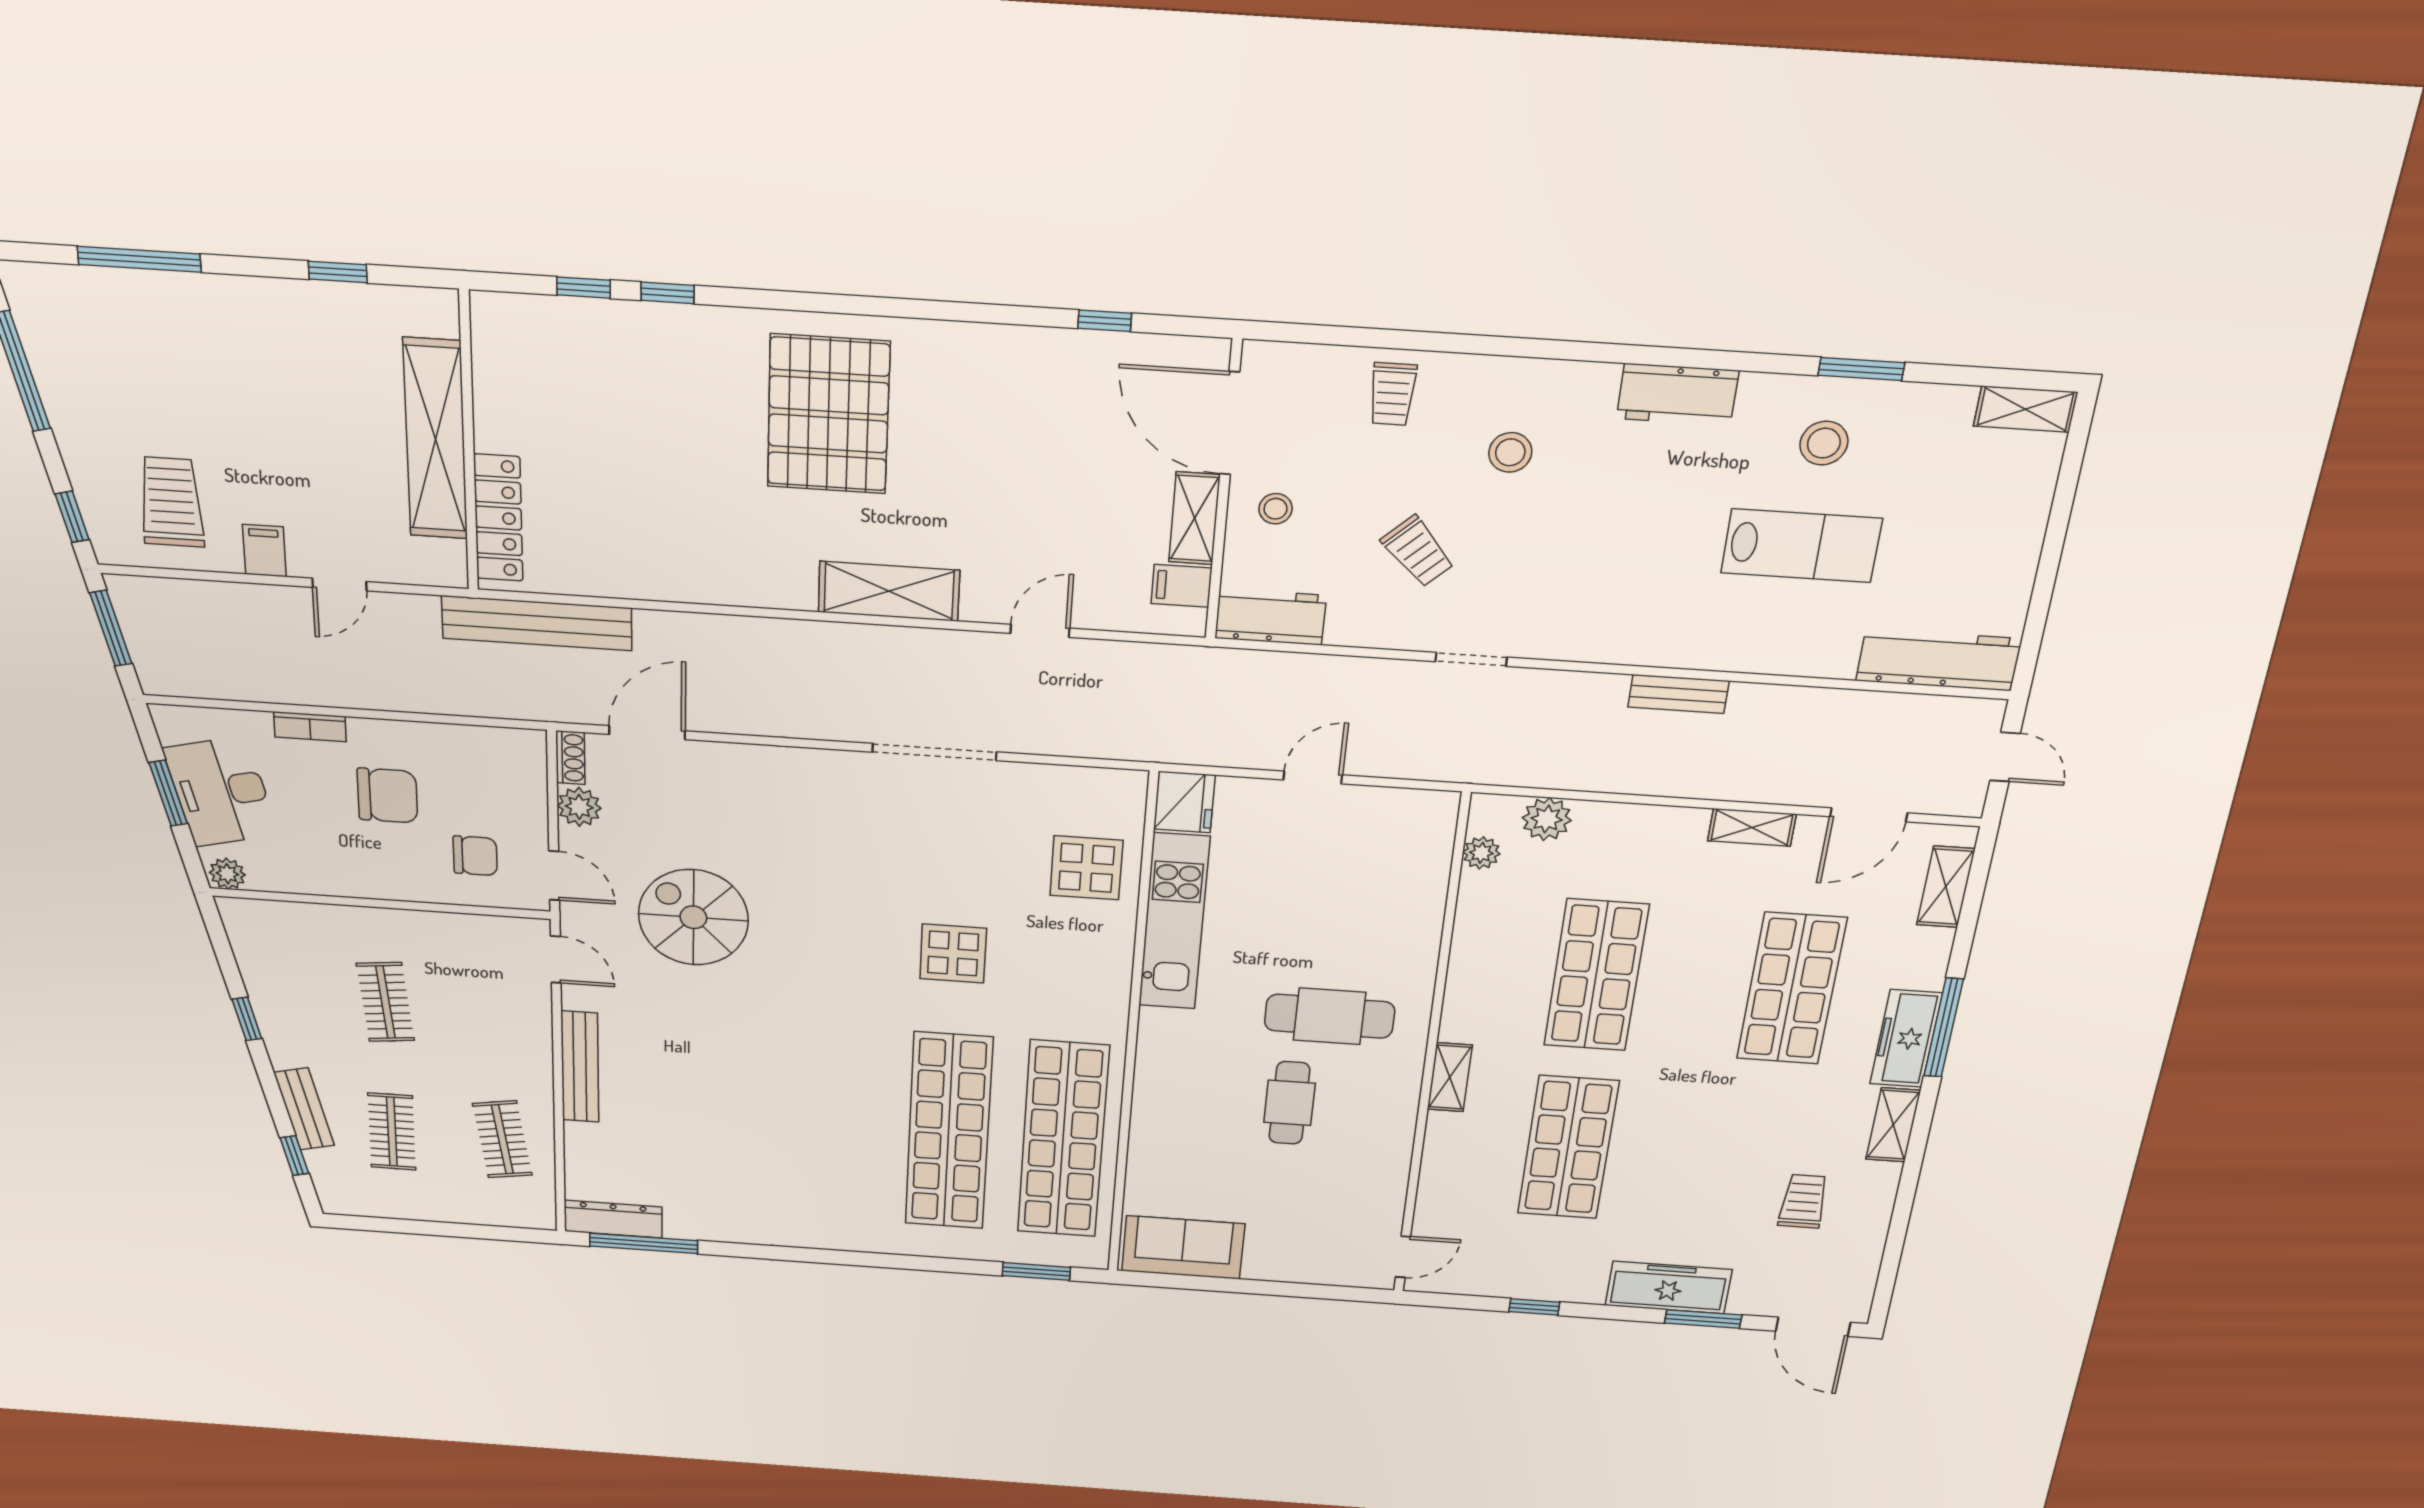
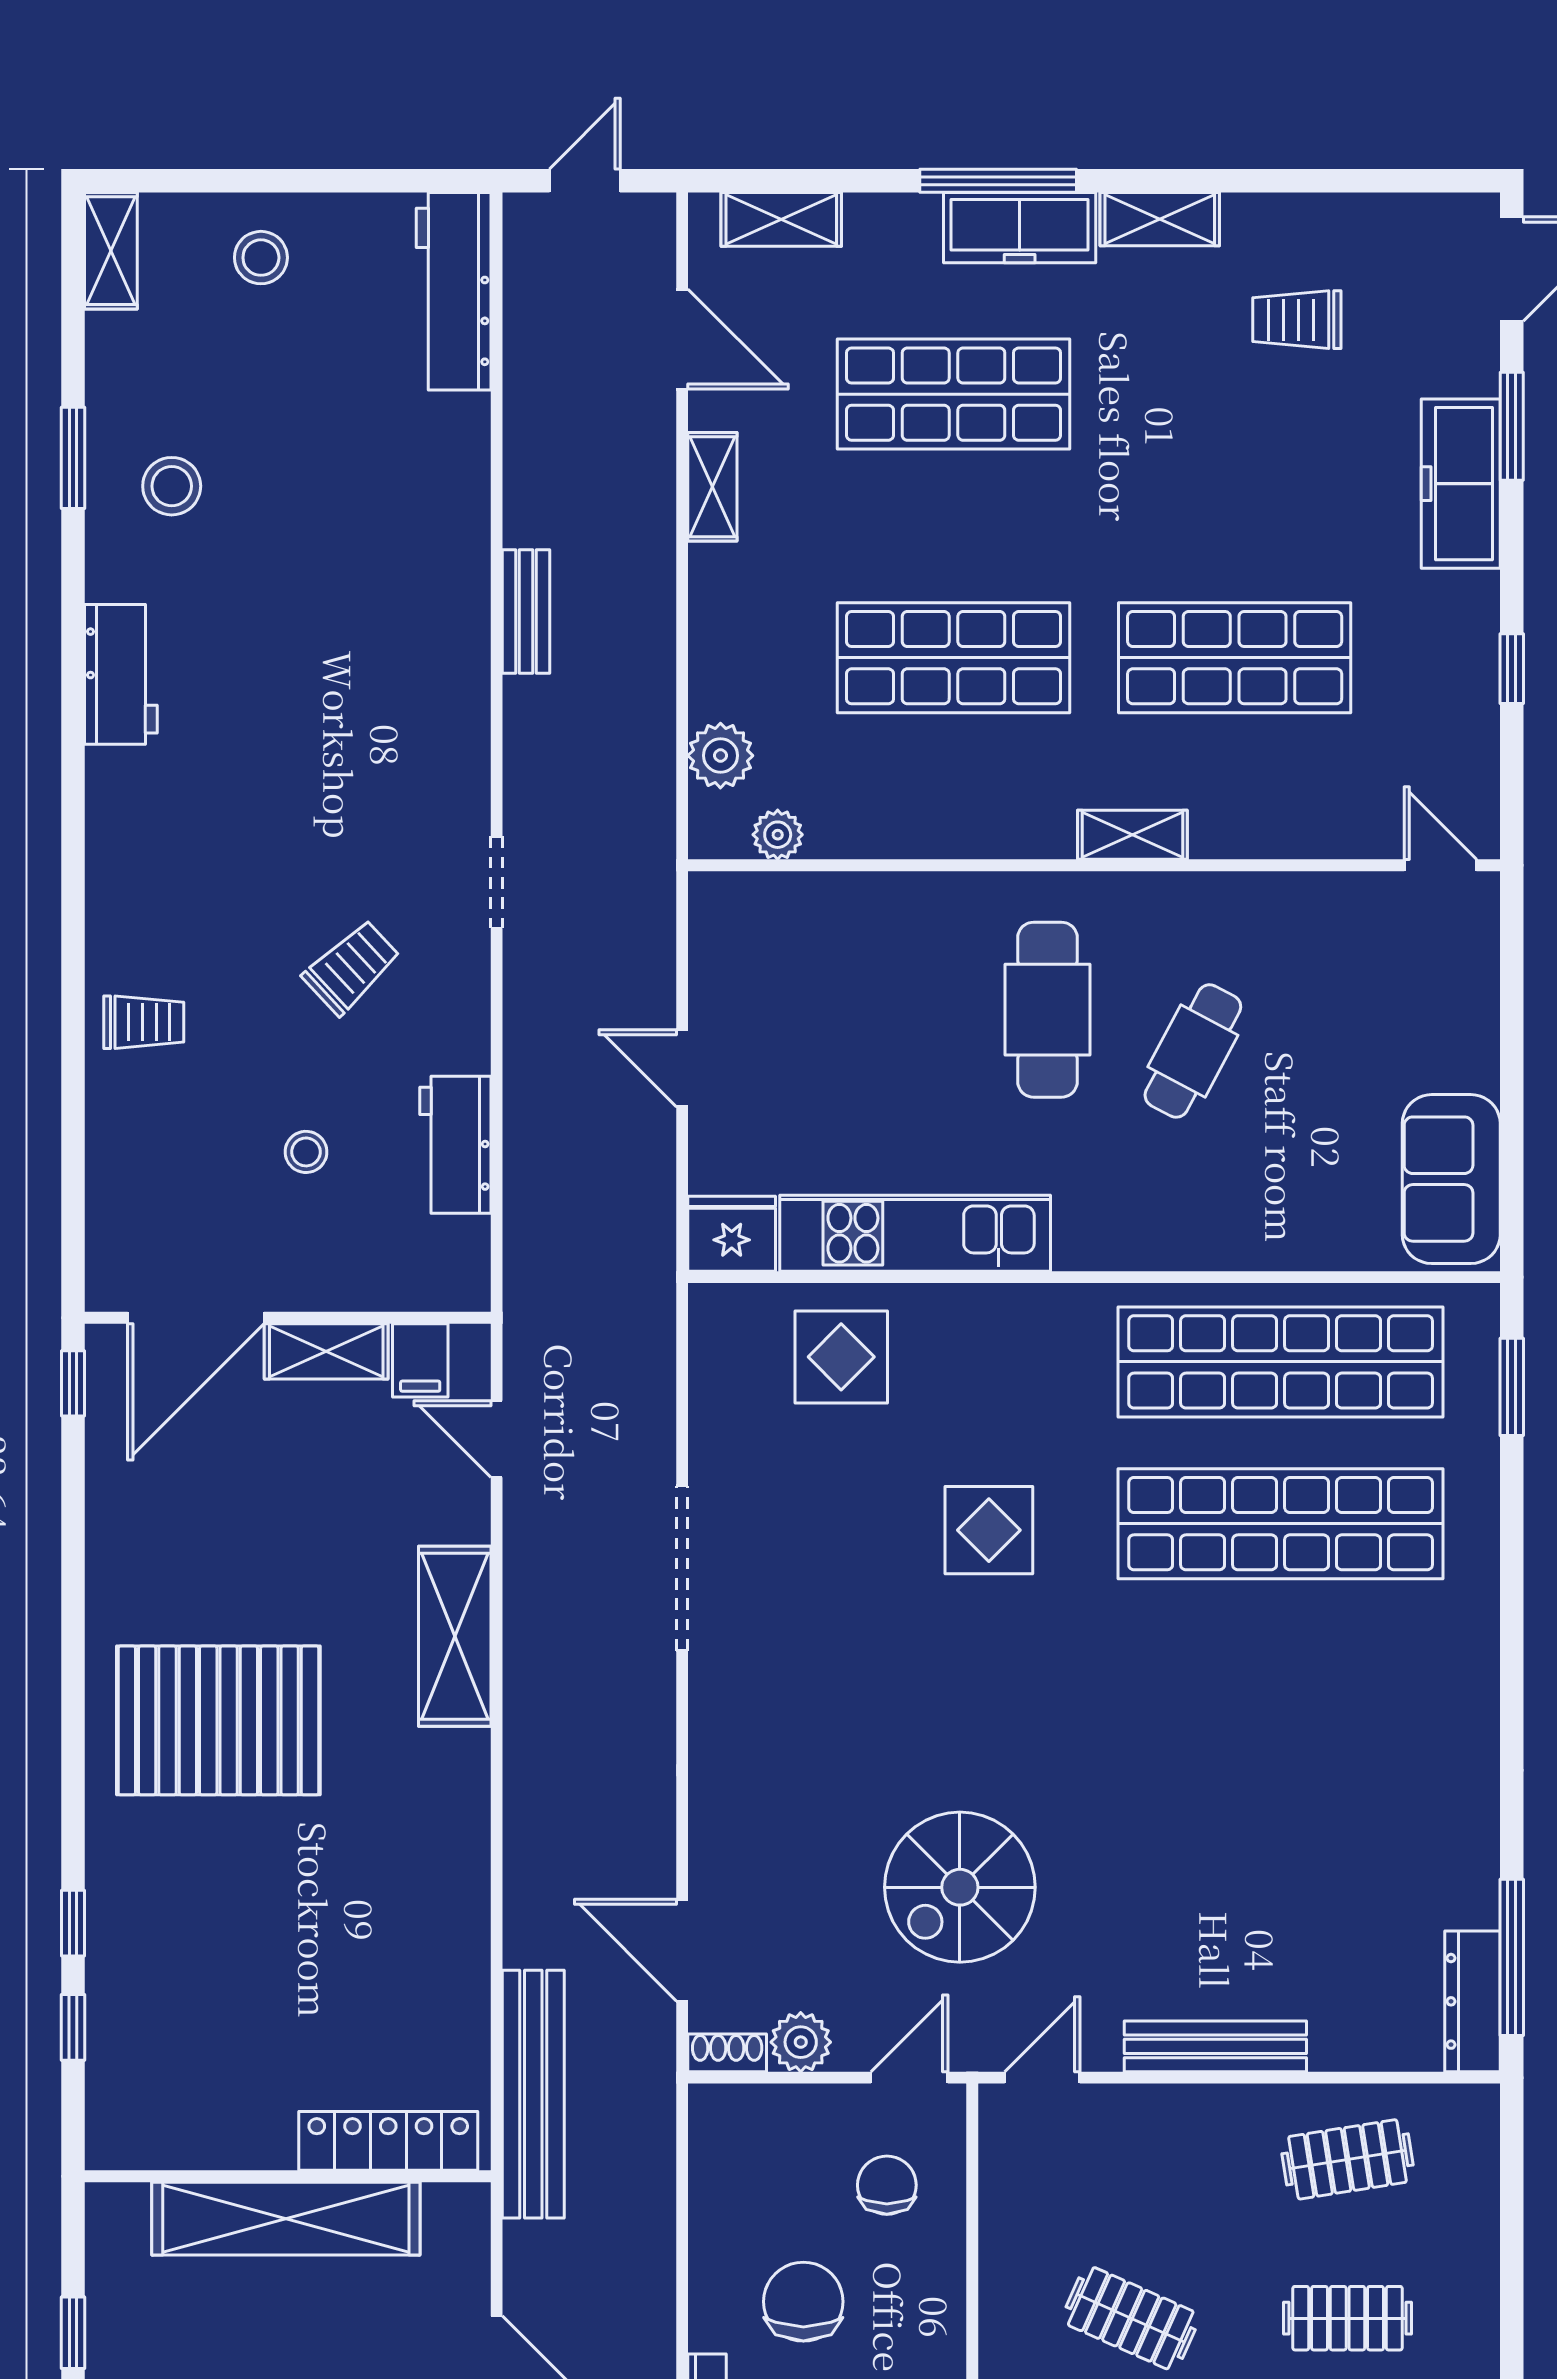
door: (1230, 423) -> (196, 1318), moved
stool: (1510, 452) -> (261, 258), moved
wall: (1224, 492) -> (288, 1318), moved
shelving: (1194, 518) -> (326, 1351), moved
lab bench: (1801, 546) -> (310, 491), removed
filing cabinet: (1182, 586) -> (420, 1360), moved
clothes rail: (385, 1002) -> (1131, 2318), turned 30
cafe table: (1289, 1103) -> (1193, 1051), turned -62

